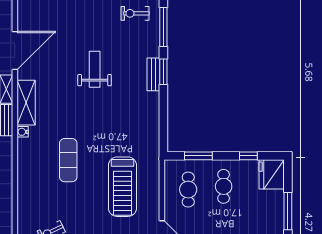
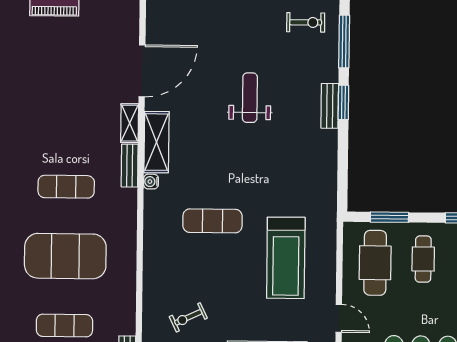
exercise bike: (135, 13) -> (306, 22), turned 180
exercise mat: (68, 160) -> (212, 221), turned 90
cafe table: (188, 190) -> (375, 263), width x1.37, depth x1.35

